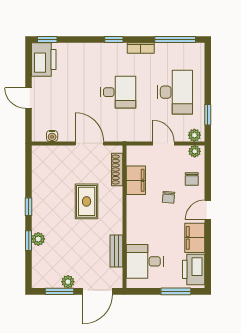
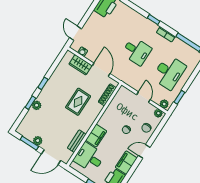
door: (29, 98) -> (76, 33), moved
wardrobe: (60, 154) -> (80, 65), added
filing cabinet: (136, 180) -> (96, 136), moved

